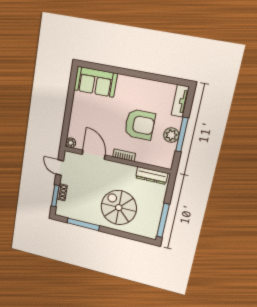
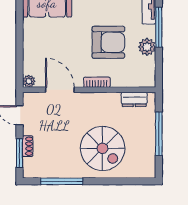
window: (182, 135) -> (159, 27), moved
dresser: (152, 176) -> (134, 99), width x0.70
spiral stairs: (119, 208) -> (102, 148), turned 180
window: (163, 220) -> (159, 134), moved

